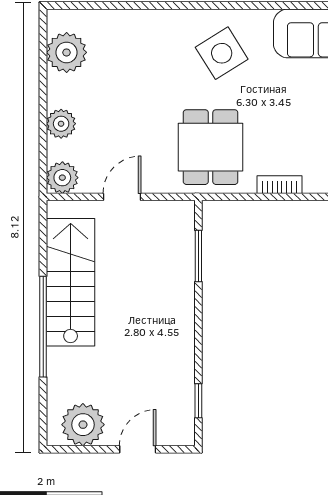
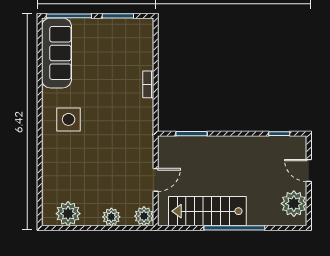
side table: (222, 53) -> (69, 119), turned 32
dining table: (211, 147) -> (125, 126), removed
door: (122, 197) -> (156, 180), swing flipped

